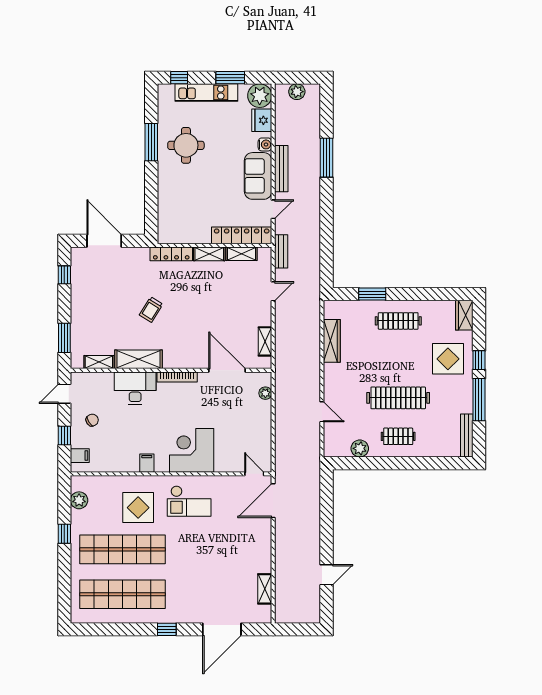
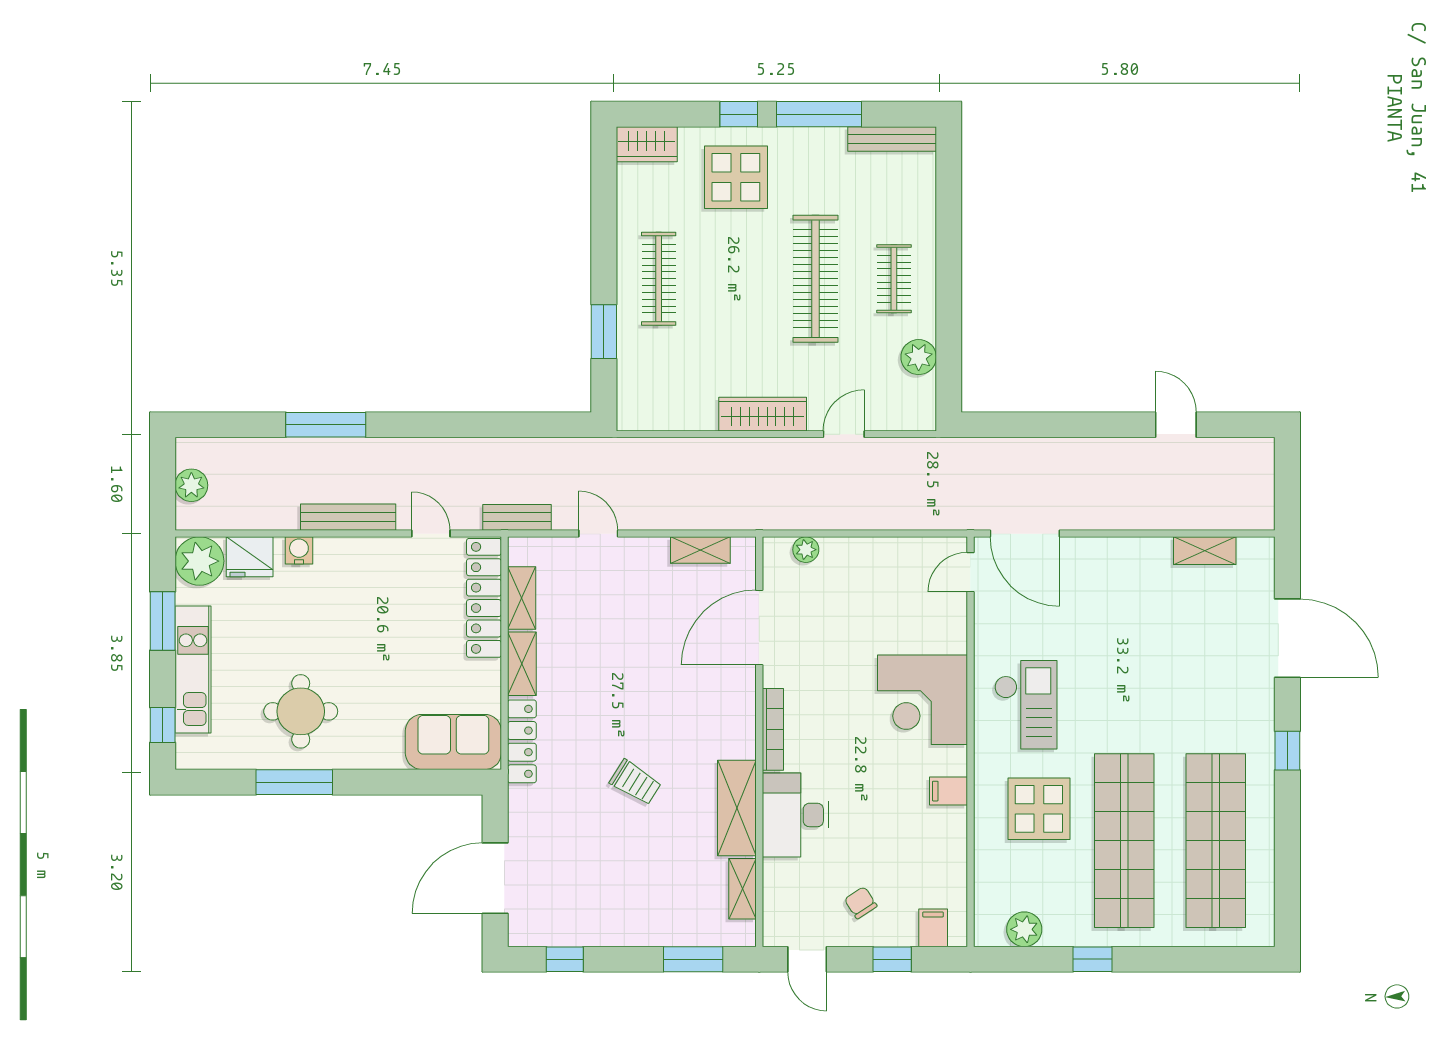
sofa: (258, 176) -> (453, 742), moved, turned 180
wardrobe: (332, 341) -> (763, 414), moved

